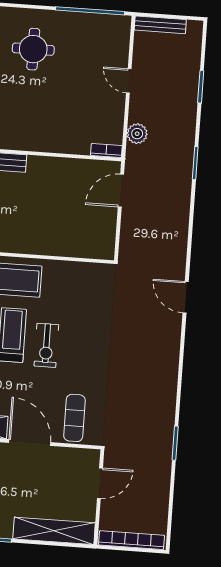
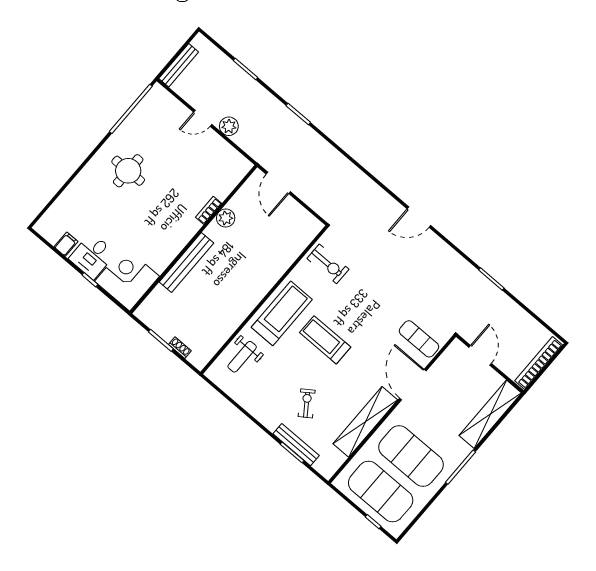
plant: (137, 134) -> (229, 126), moved
bookcase: (106, 151) -> (209, 210), moved
plant: (55, 167) -> (226, 218), added
door: (186, 297) -> (419, 217), moved
exercise bike: (46, 345) -> (328, 264), moved
door: (30, 443) -> (413, 385), hinge flipped

